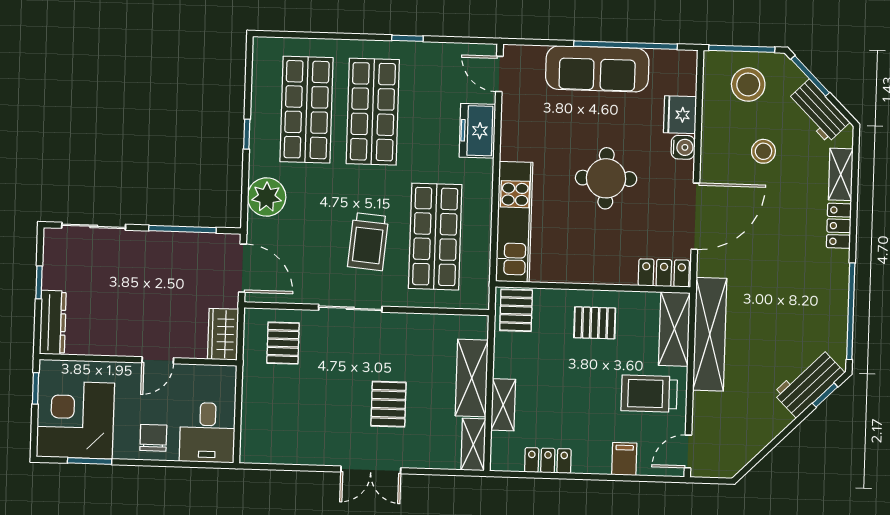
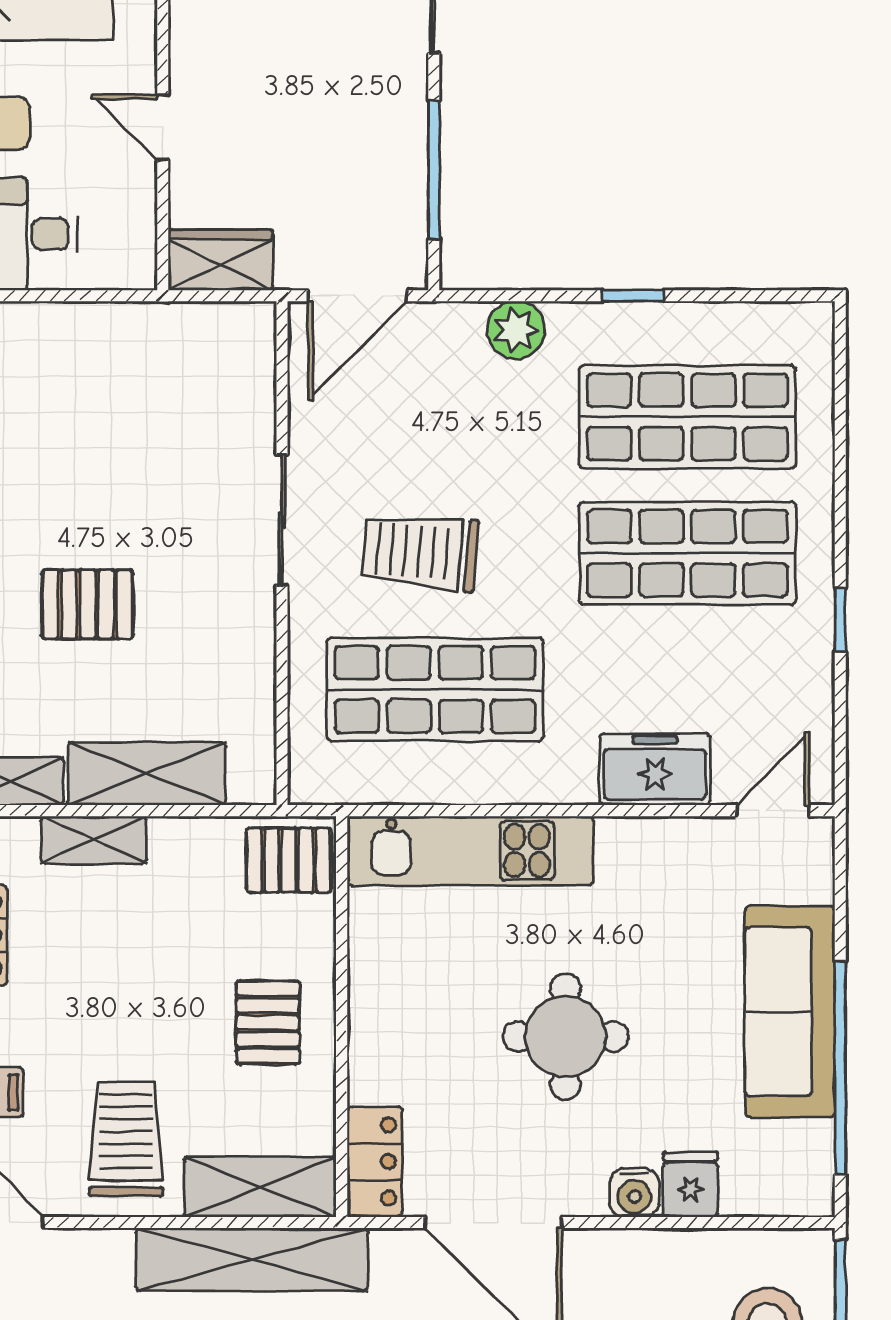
fridge: (680, 115) -> (690, 1184), width x0.72
plant: (267, 197) -> (516, 330), width x0.73, depth x0.73
pallet: (283, 343) -> (206, 384), removed

